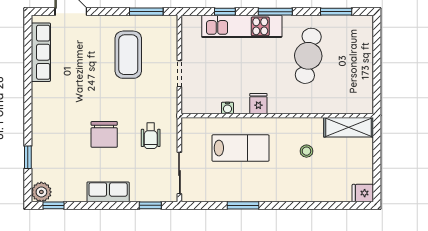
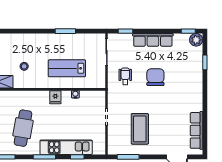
row of seats: (108, 192) -> (153, 40), width x1.48

